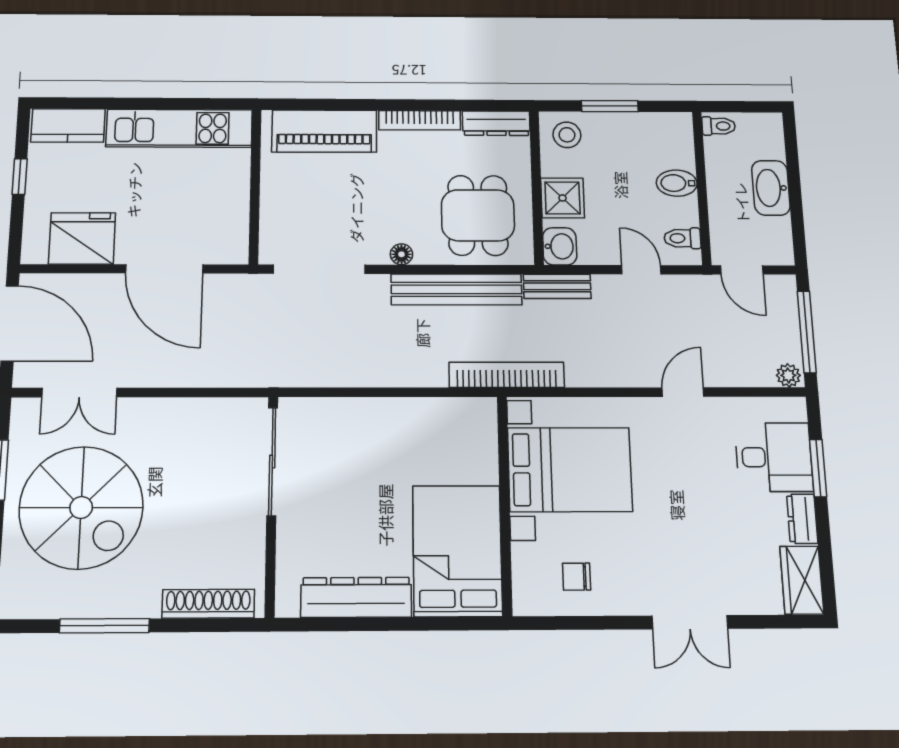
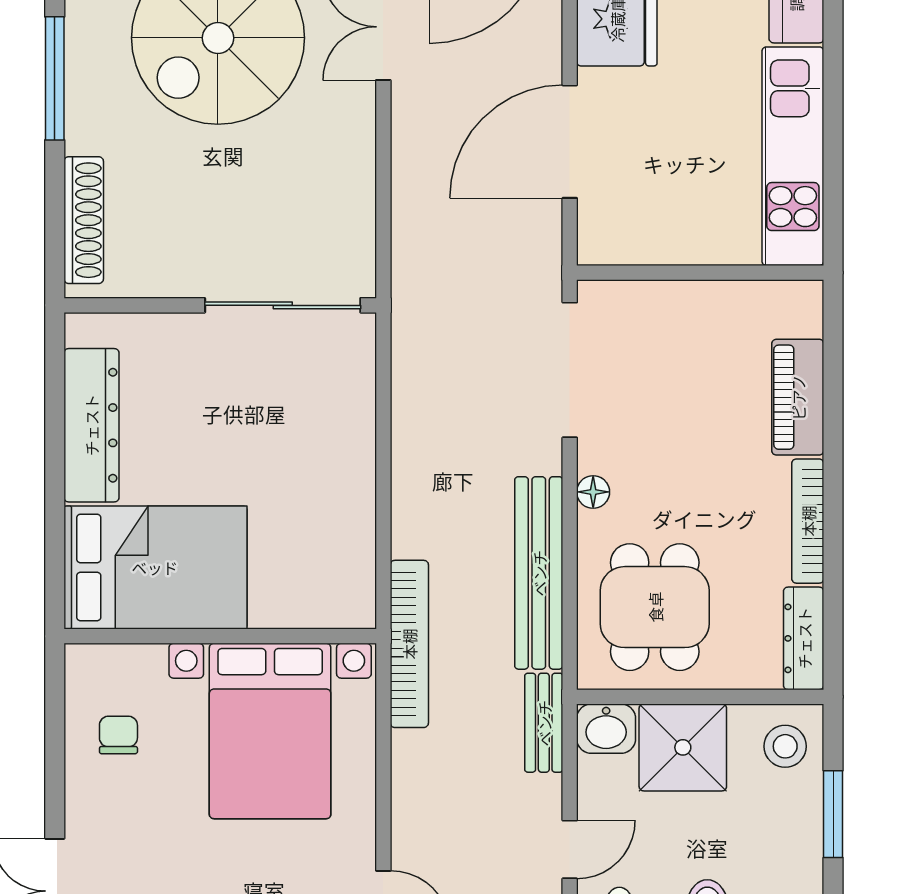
piano: (324, 131) -> (798, 397), width x0.73, depth x0.75
shower: (563, 198) -> (683, 747), width x1.36, depth x1.36
dining table: (478, 215) -> (655, 607), turned 90

